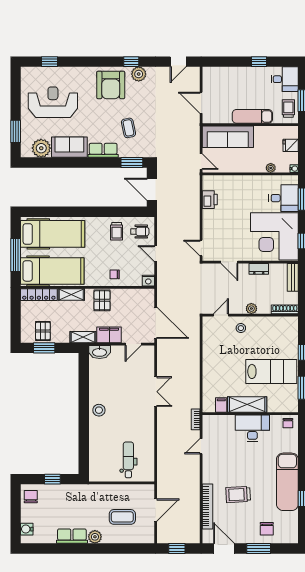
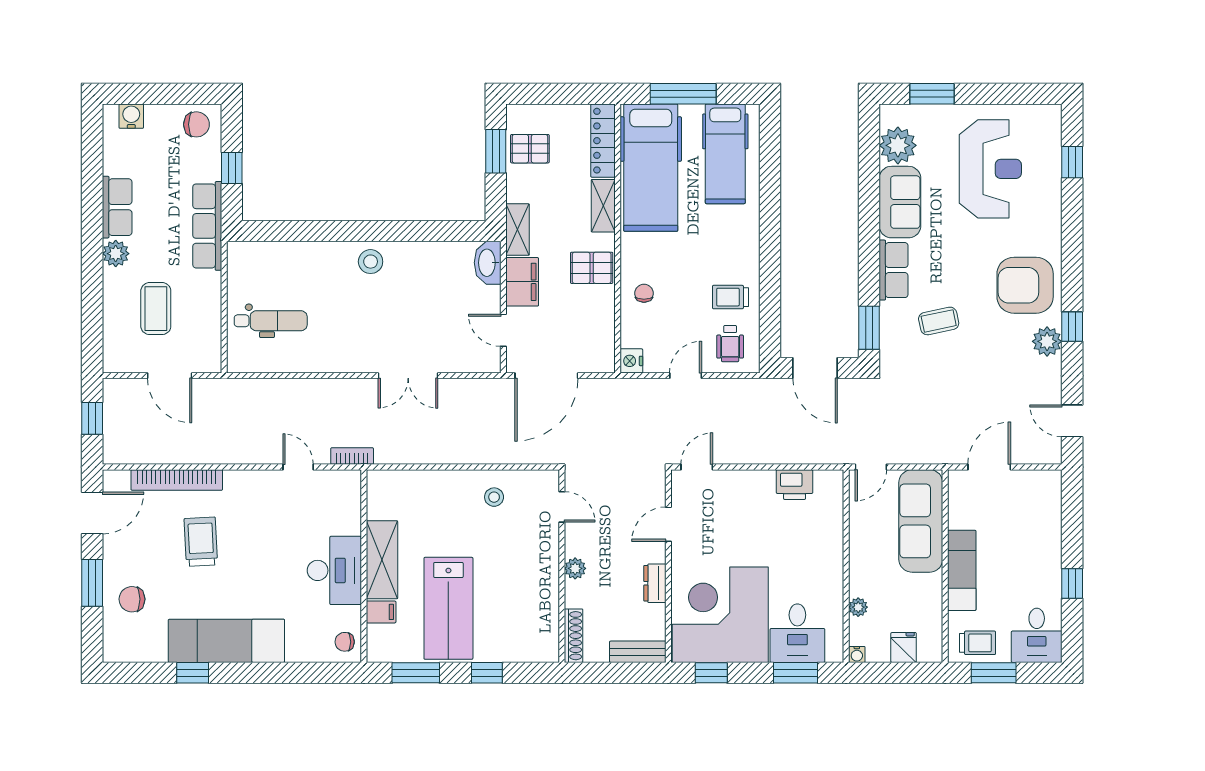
door: (152, 189) -> (815, 368), swing flipped
hospital bed: (53, 234) -> (725, 154), width x0.73, depth x0.78
stool: (241, 328) -> (494, 497), moved
filing cabinet: (221, 405) -> (381, 612), moved
row of seats: (81, 491) -> (207, 226), added

